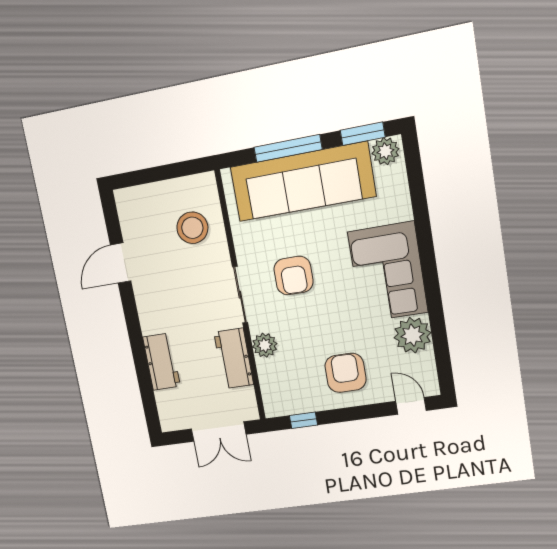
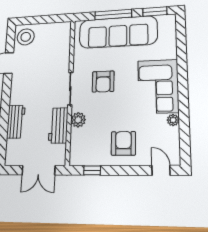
plant: (385, 151) -> (166, 22), removed
stool: (192, 228) -> (26, 37), moved
plant: (412, 335) -> (173, 120), width x0.53, depth x0.53

